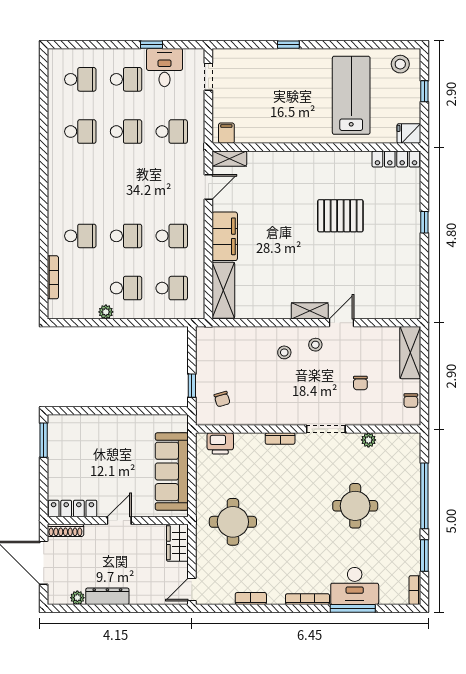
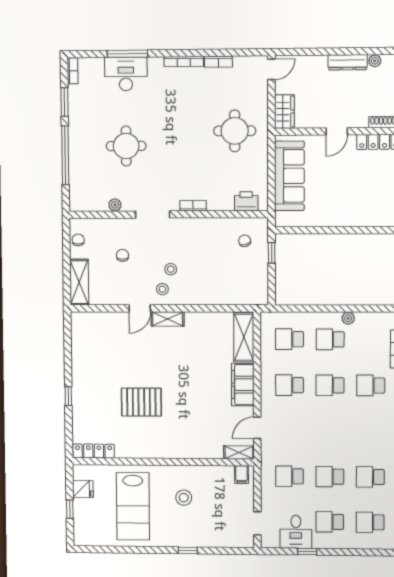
stool: (400, 64) -> (184, 498), moved
fridge: (409, 134) -> (83, 489), moved
stool: (284, 352) -> (171, 269), moved
bookcase: (307, 599) -> (184, 61), moved

